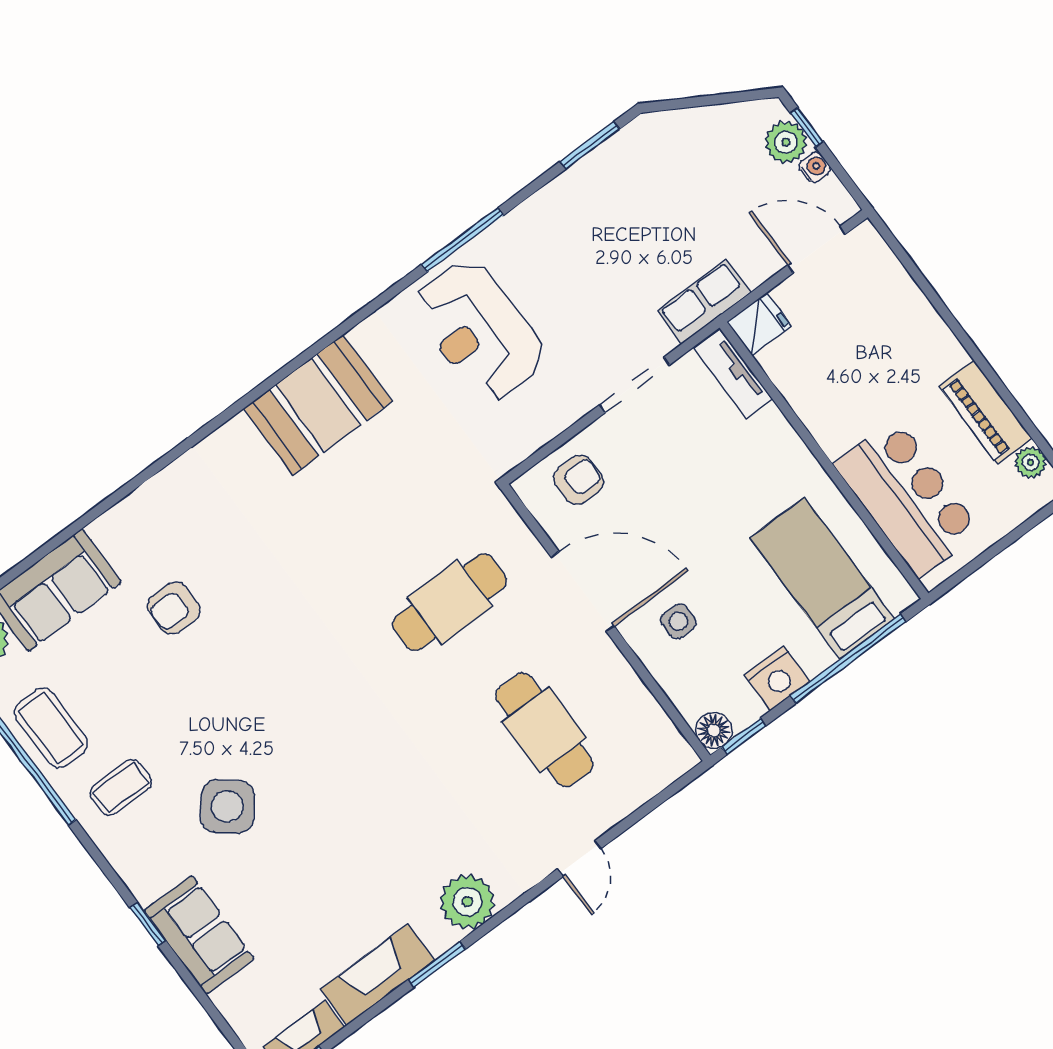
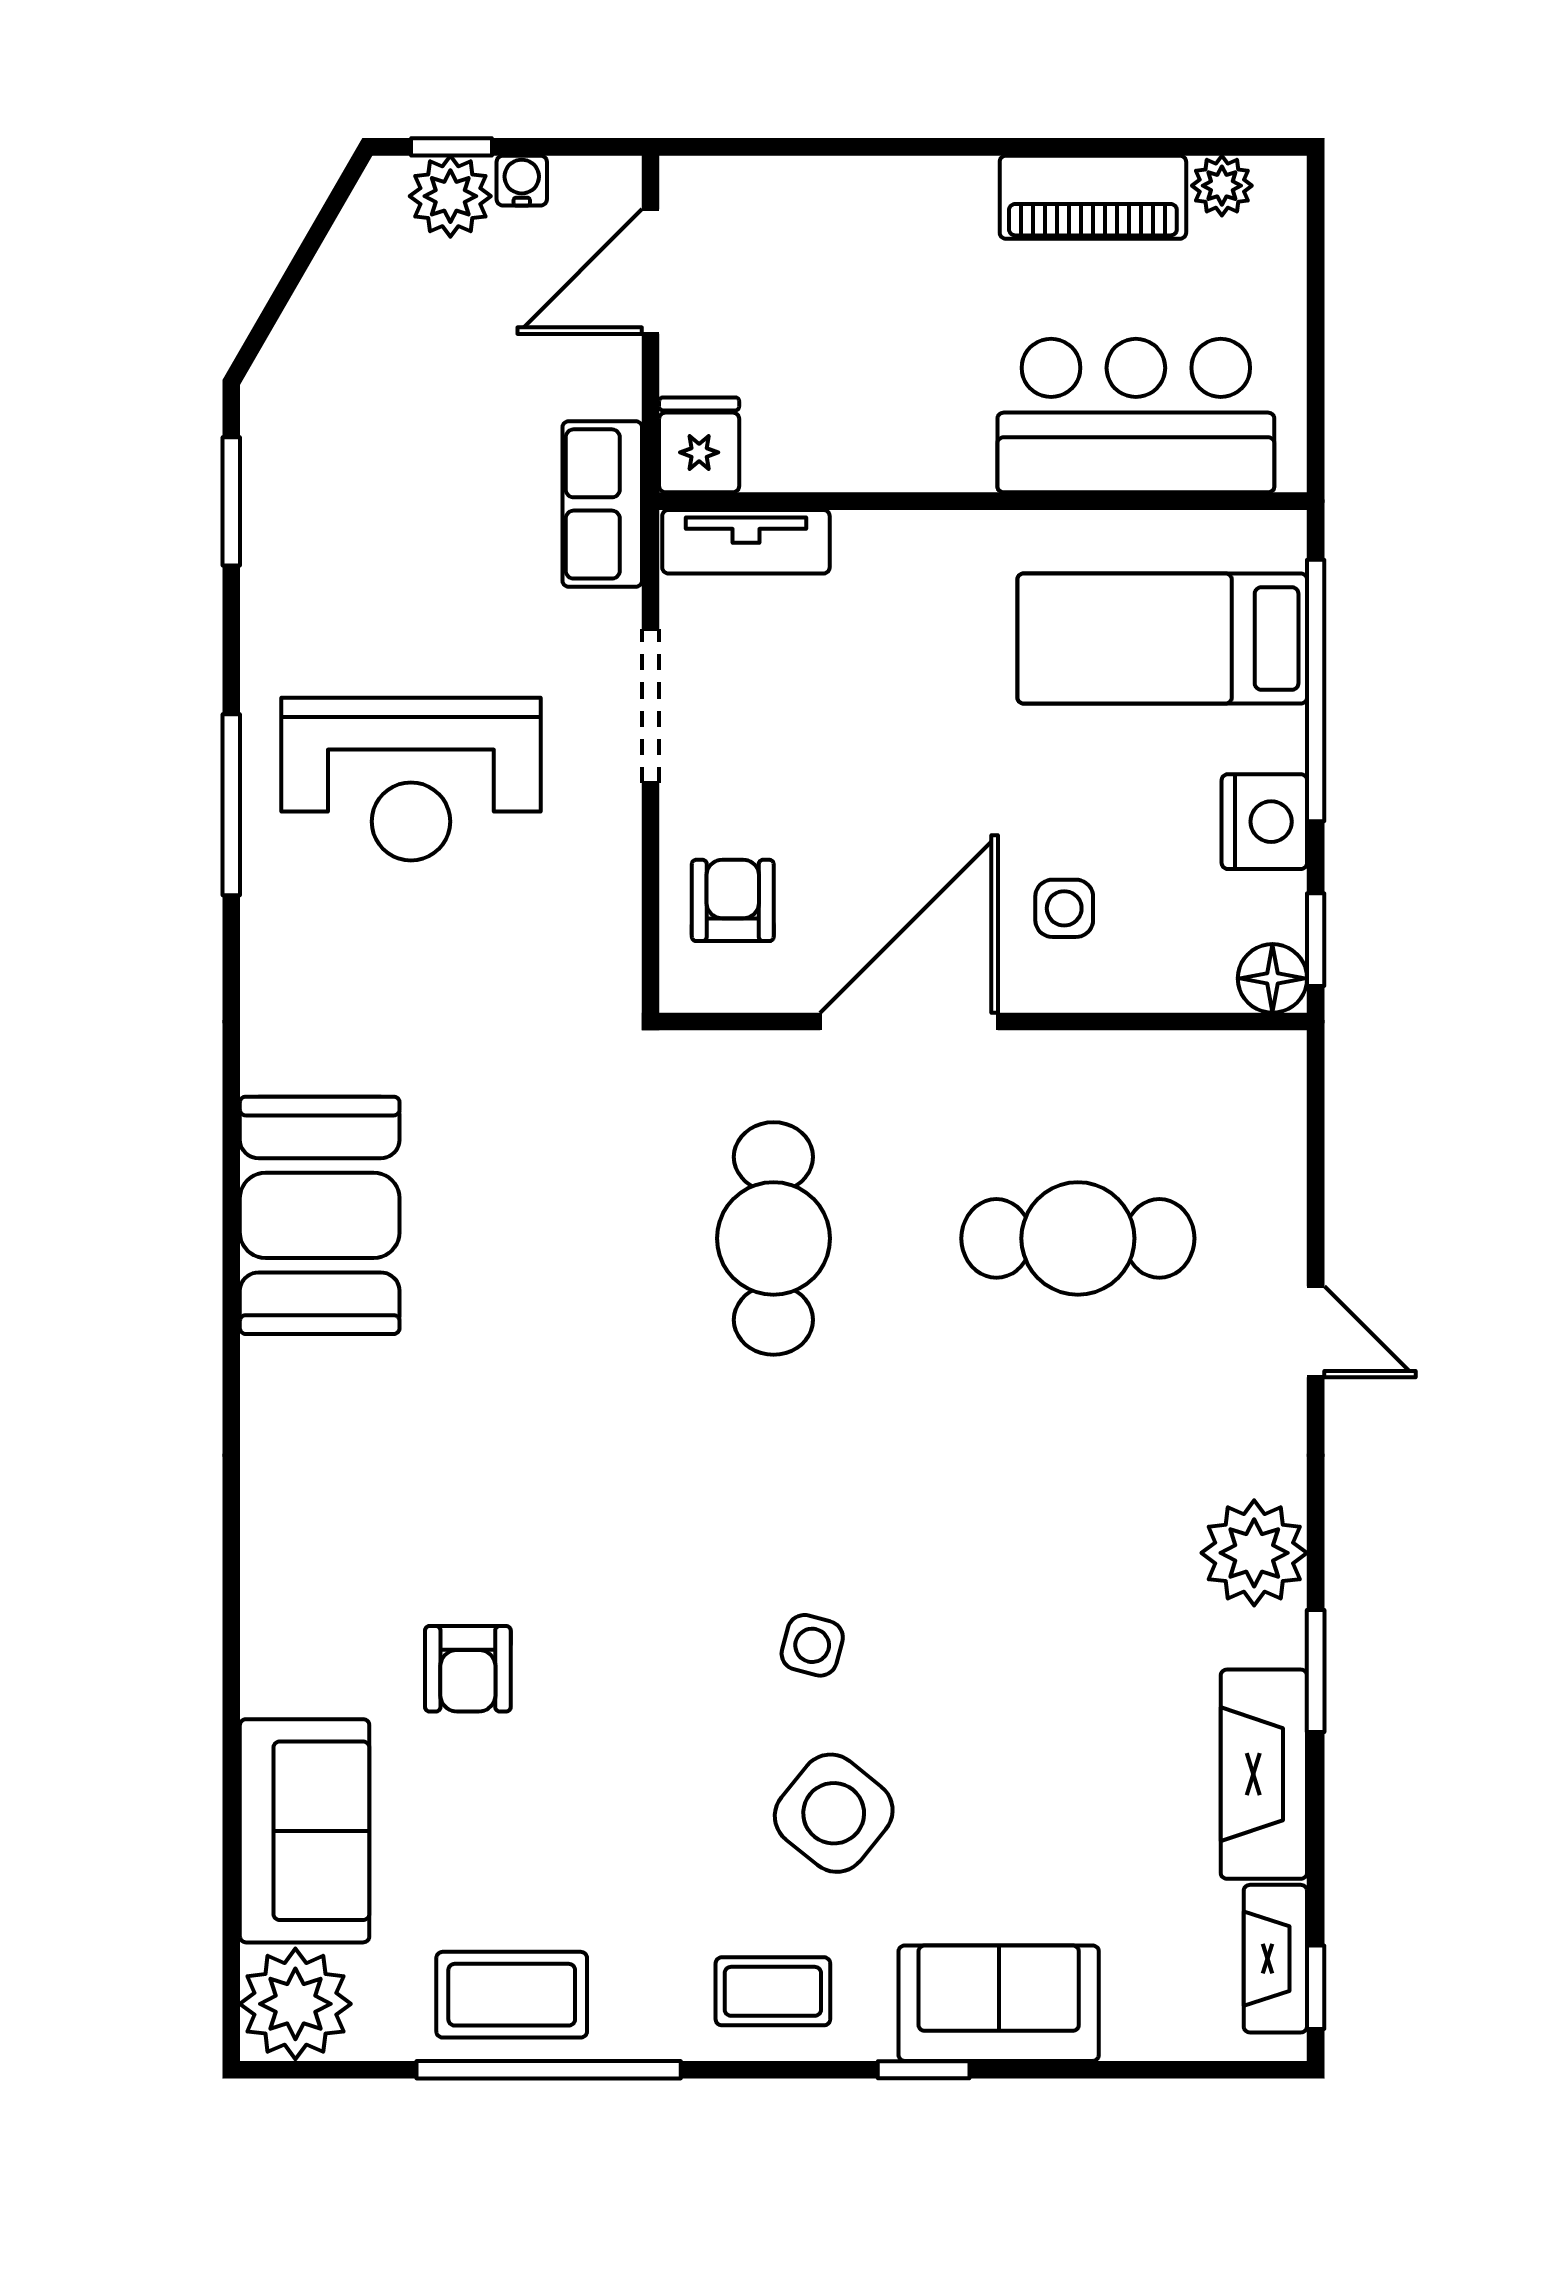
reception desk: (479, 331) -> (411, 779), moved
side table: (291, 745) -> (812, 1645), added
coffee table: (121, 787) -> (773, 1991), moved, turned 90

